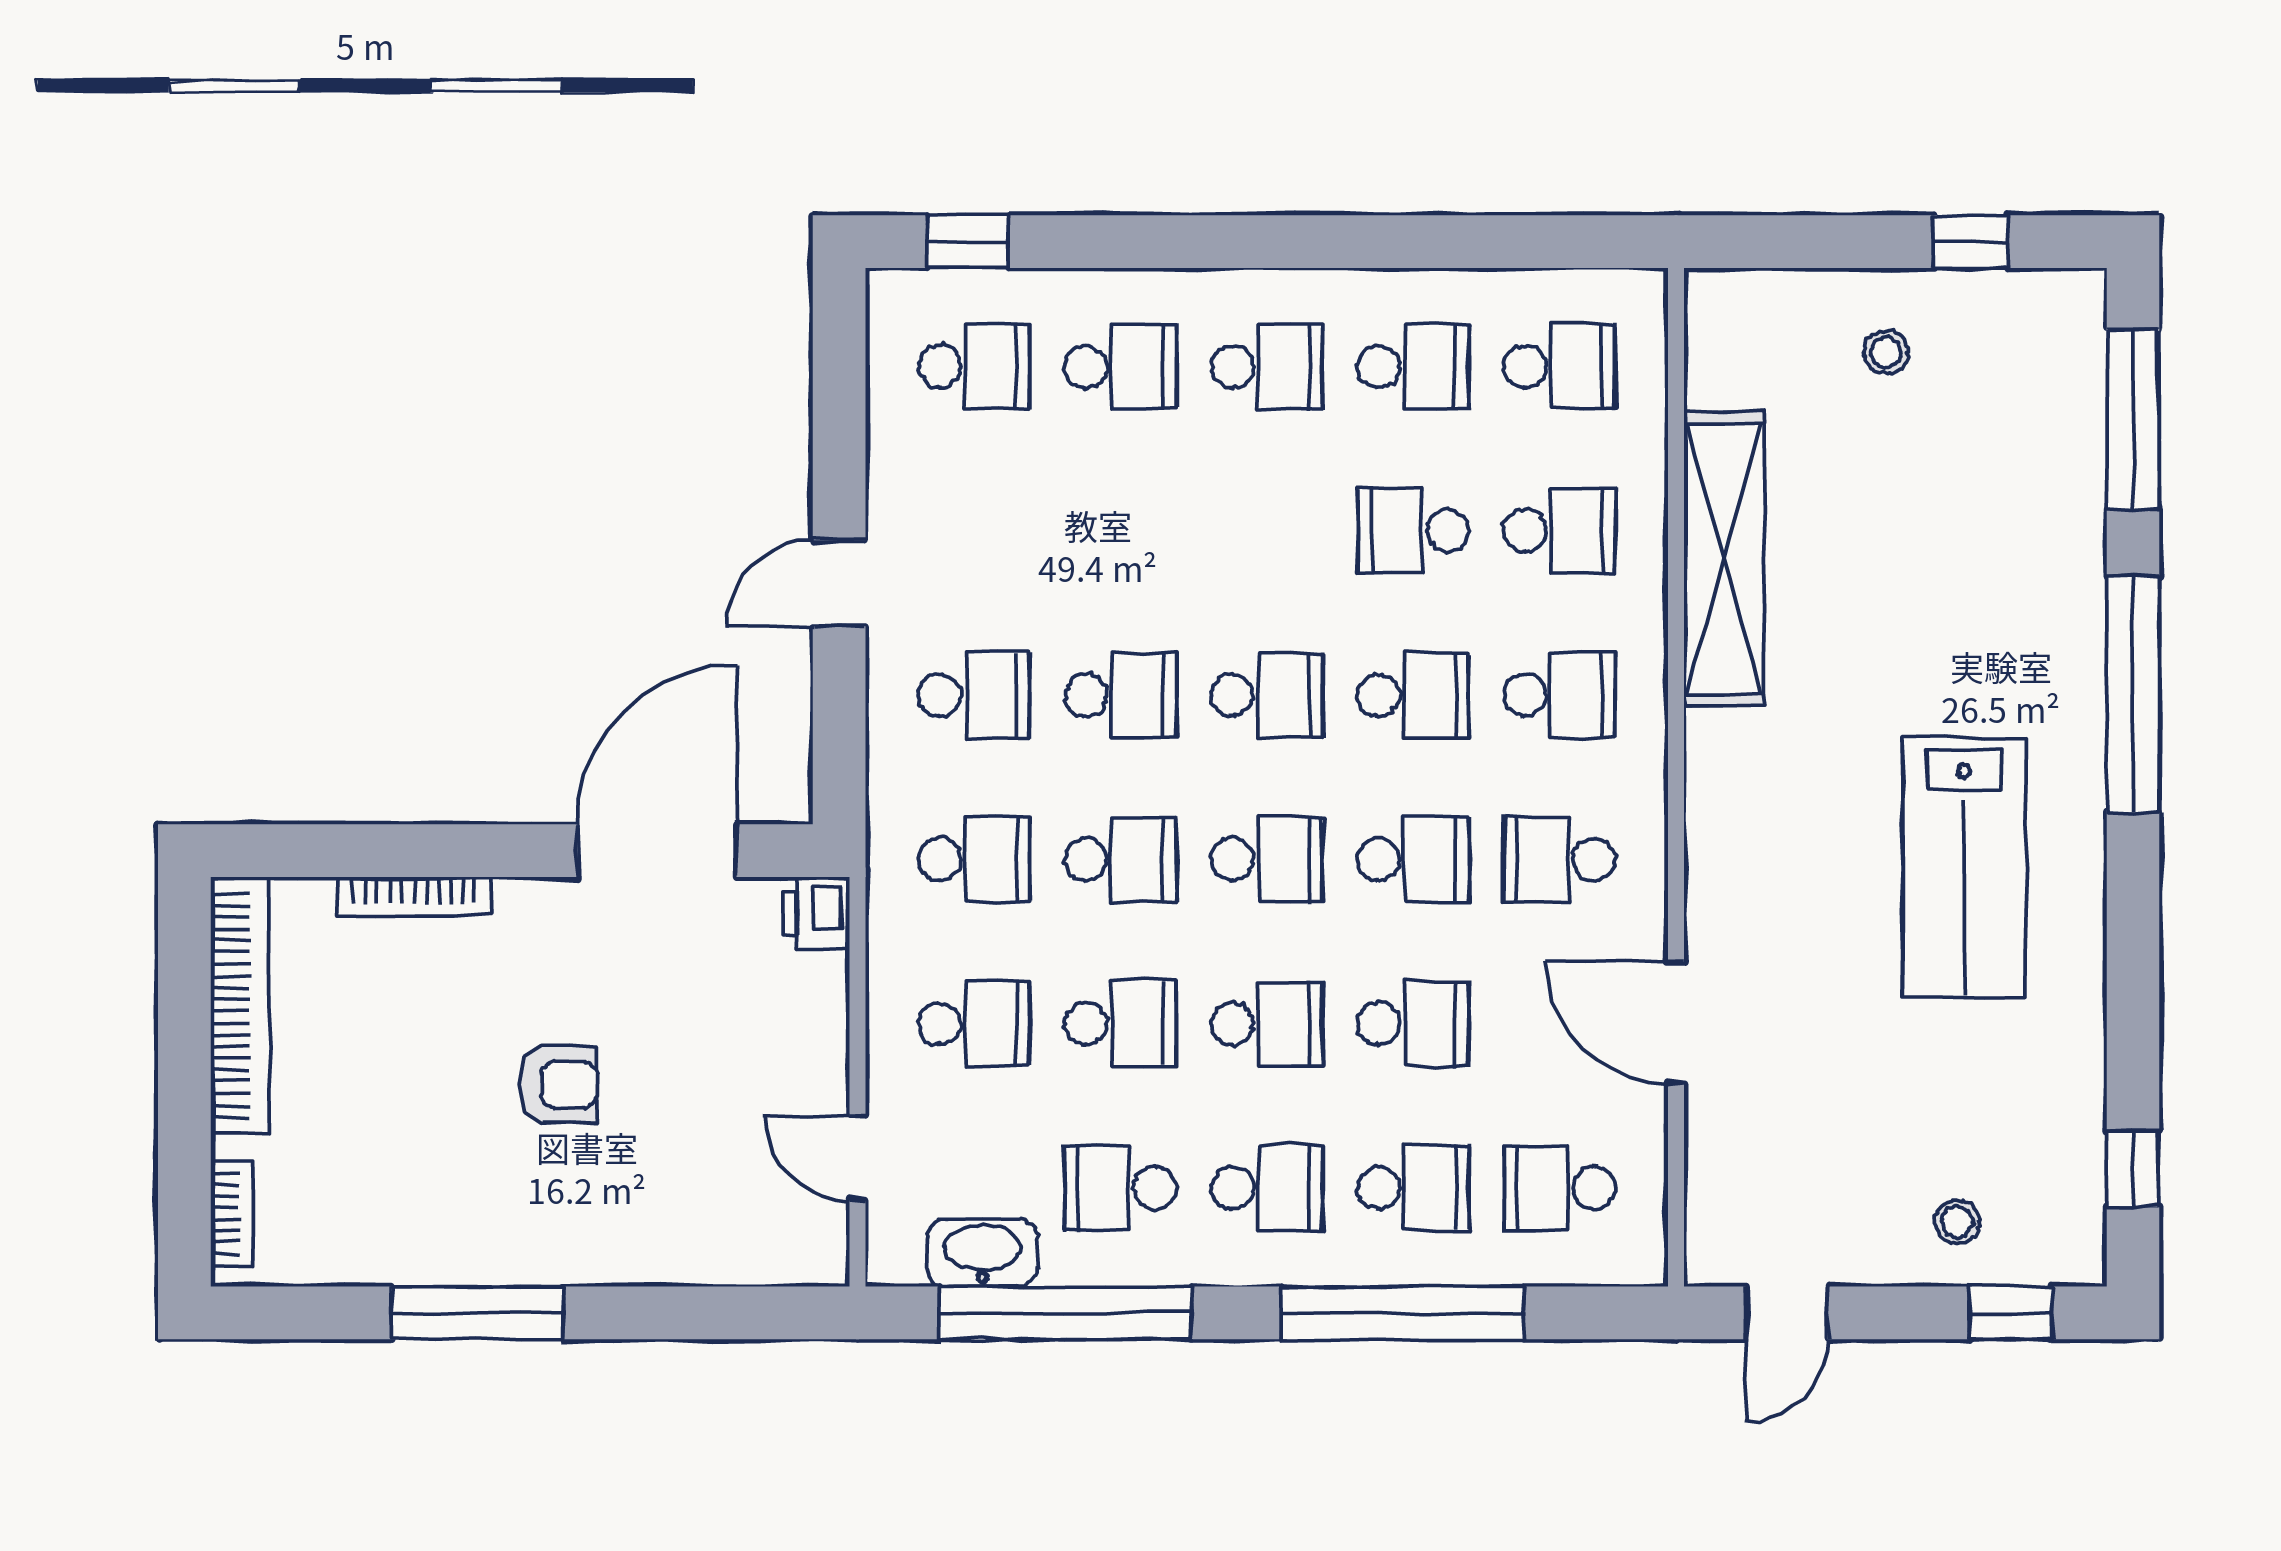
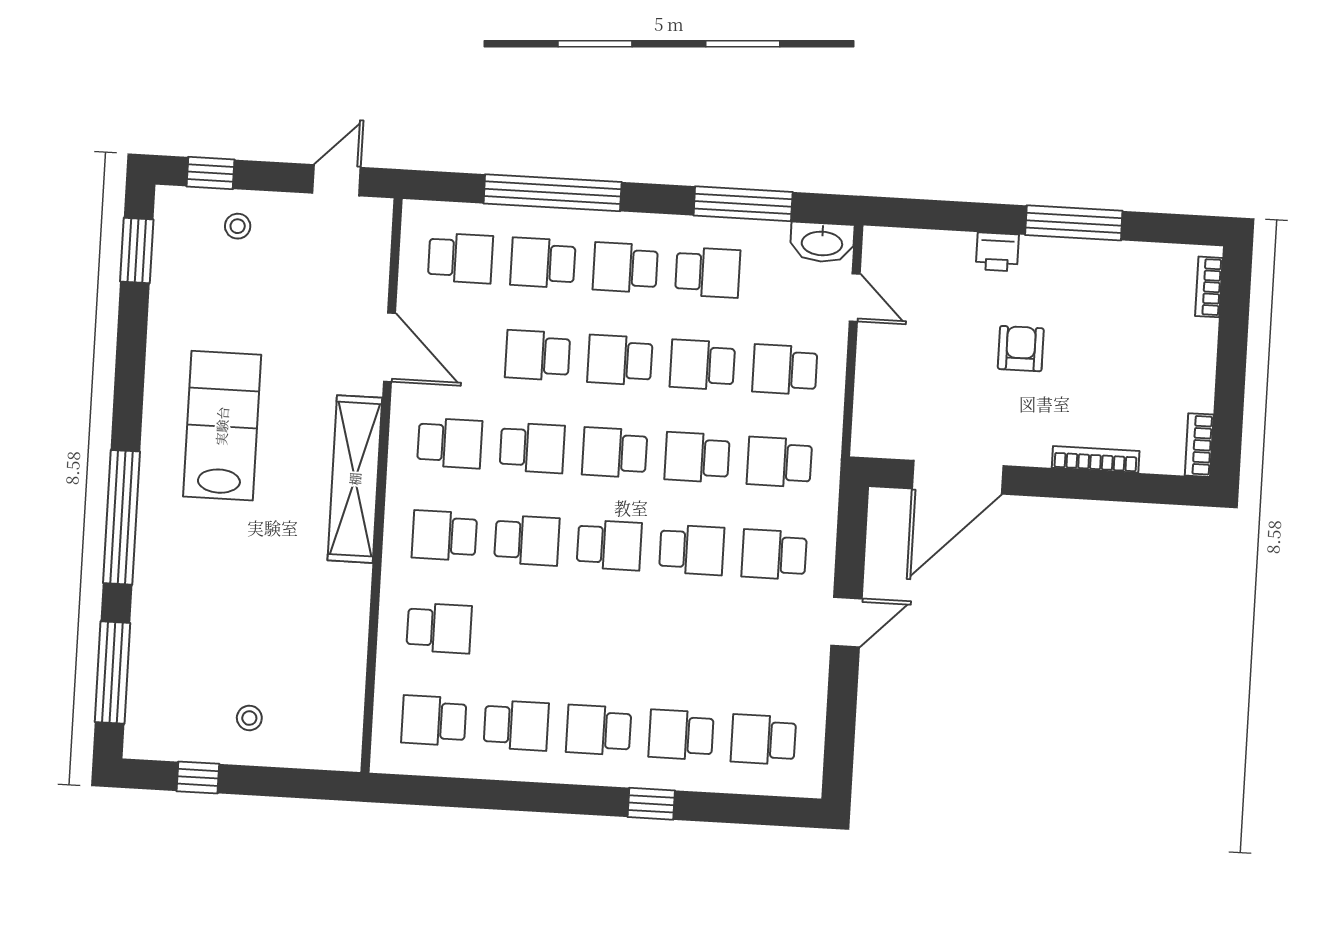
window: (968, 242) -> (651, 804), moved
school desk: (1413, 367) -> (516, 725), turned 180
school desk: (1413, 531) -> (522, 633), removed
school desk: (1559, 531) -> (439, 628), turned 180
shelving: (1724, 559) -> (355, 479), moved
school desk: (1120, 695) -> (692, 550), turned 180
school desk: (1267, 695) -> (609, 545), turned 180
school desk: (1413, 695) -> (527, 540), turned 180
school desk: (1413, 859) -> (532, 448), turned 180
printer: (817, 913) -> (997, 252), moved, turned 90
bookcase: (240, 1005) -> (1199, 445), width x0.43, depth x0.76
armchair: (558, 1085) -> (1021, 349), turned 90
window: (2133, 1168) -> (137, 251), width x1.50
washbasin: (983, 1253) -> (822, 242), moved
window: (1065, 1313) -> (743, 204), width x0.68

